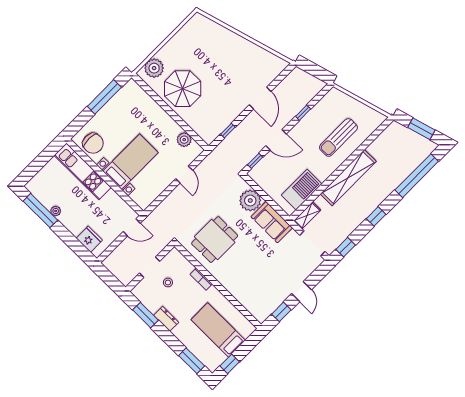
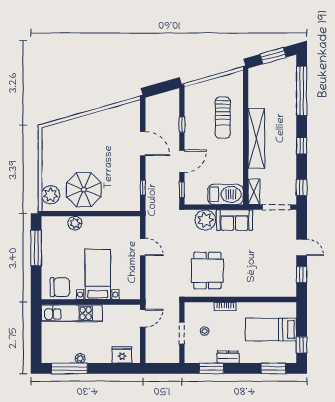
plant: (184, 140) -> (75, 223), moved
barbecue: (302, 190) -> (225, 194), moved, turned 90

